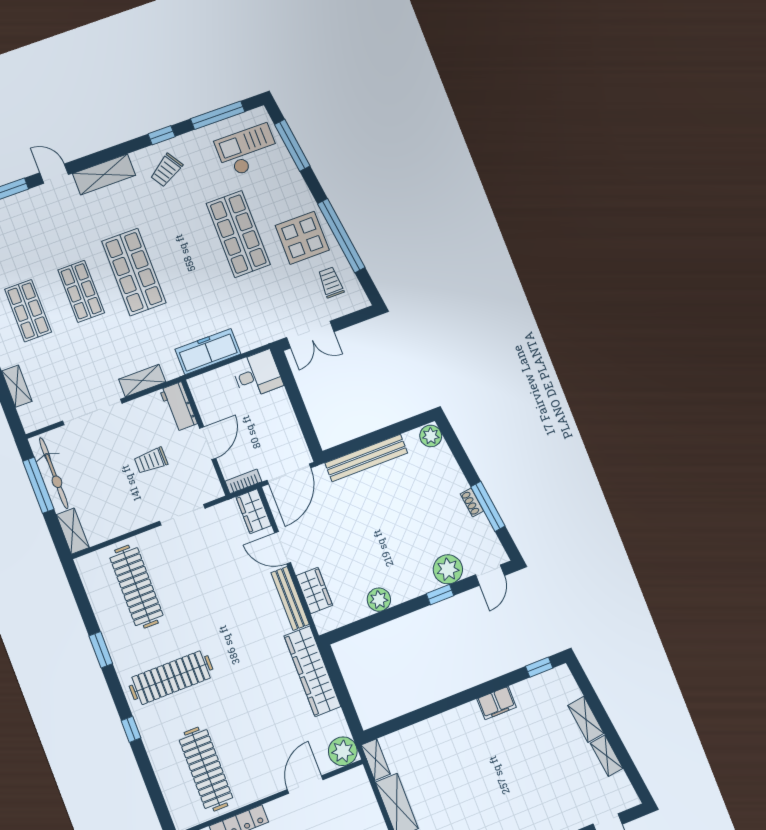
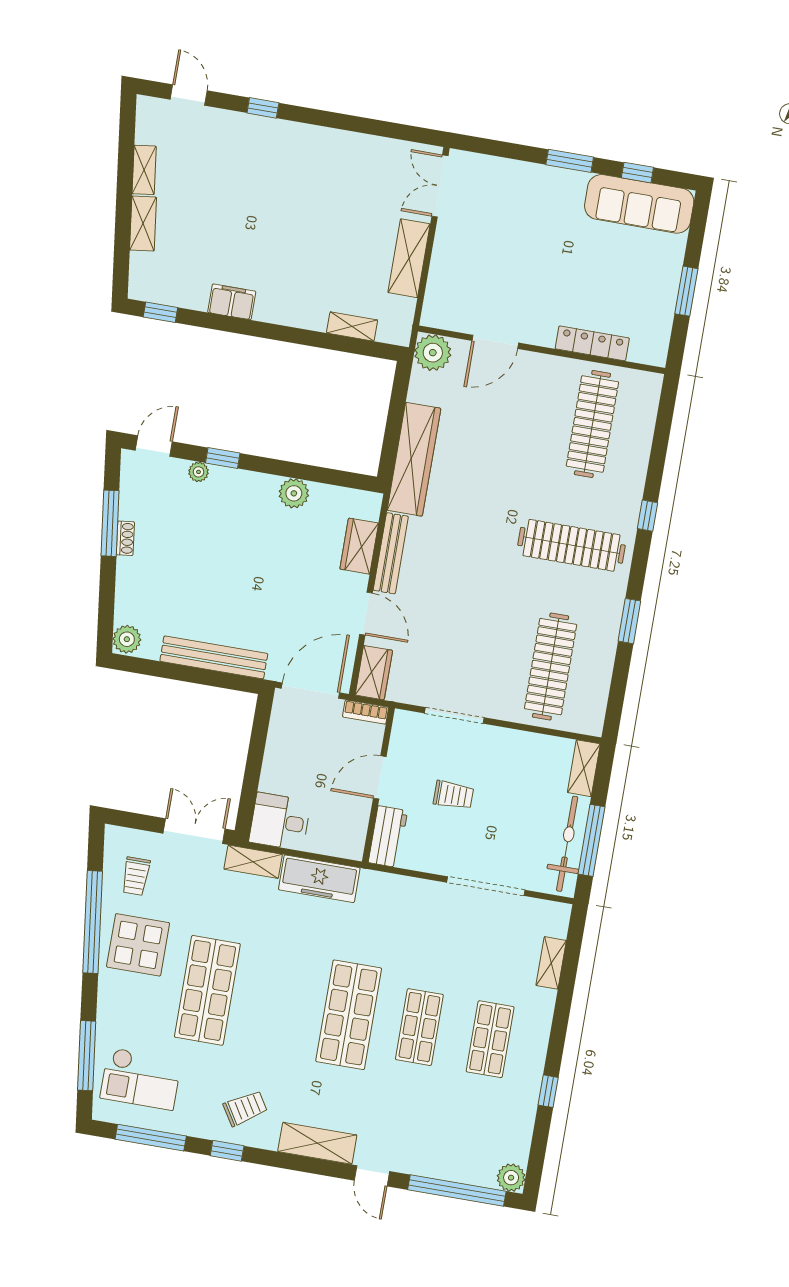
shelving: (142, 381) -> (253, 862), moved
plant: (448, 569) -> (199, 472), width x0.53, depth x0.53
shelving: (376, 760) -> (352, 326), moved, turned 90

